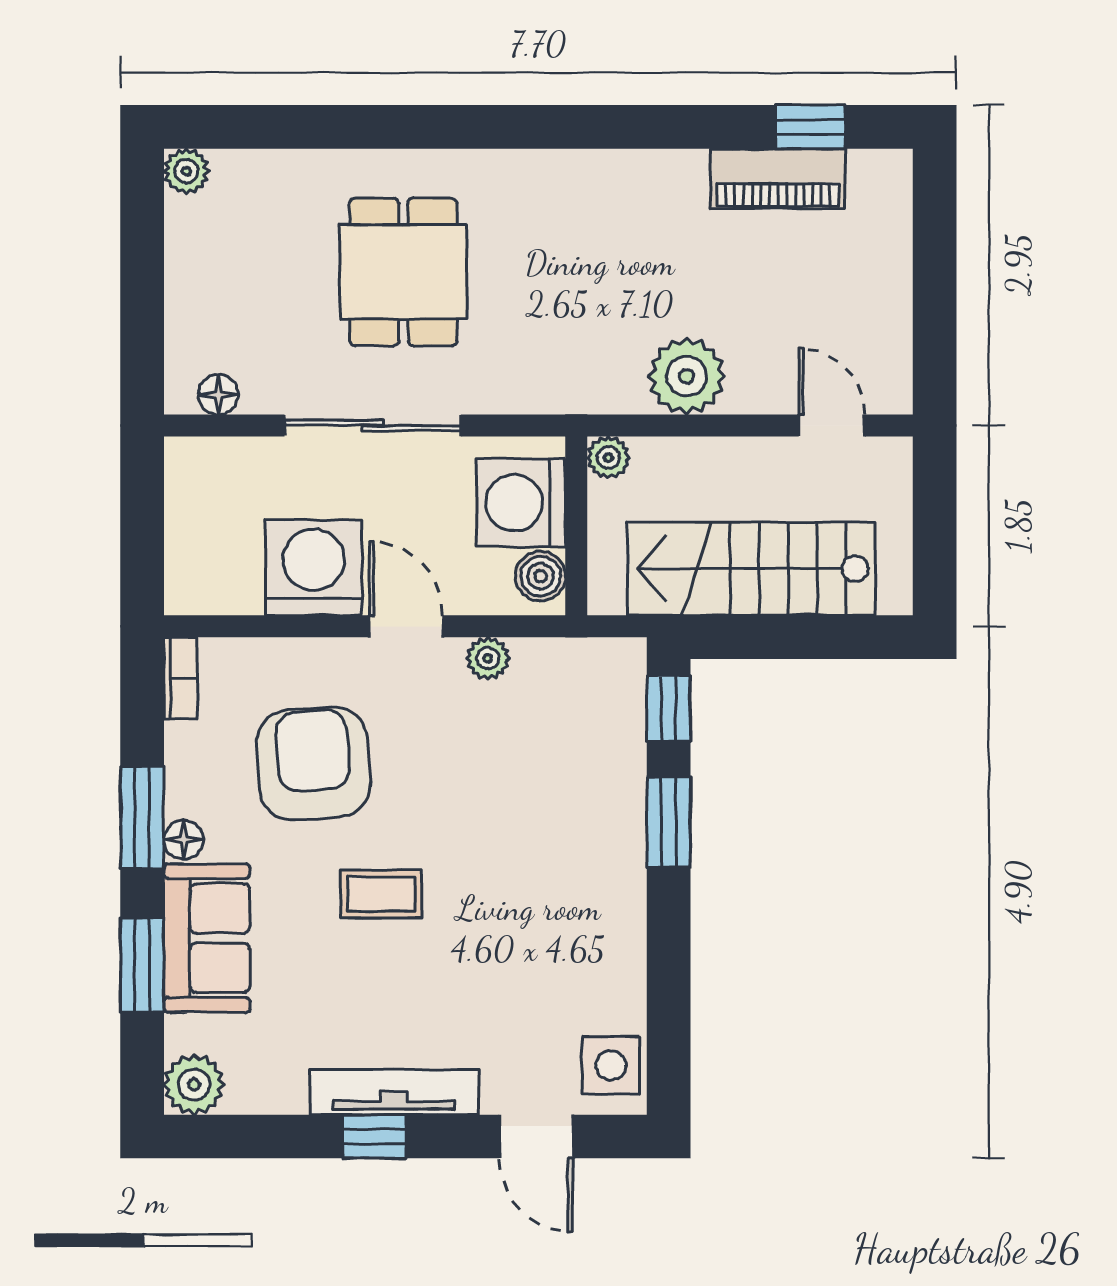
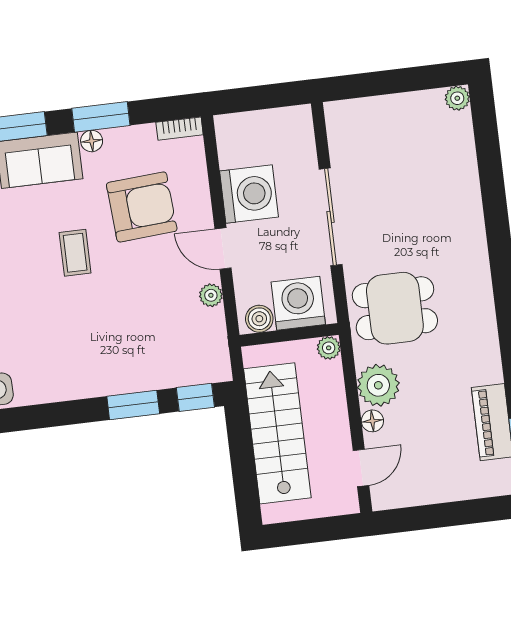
dining table: (403, 272) -> (395, 308), moved
floor lamp: (218, 395) -> (372, 421), moved
door: (406, 626) -> (223, 249), swing flipped

